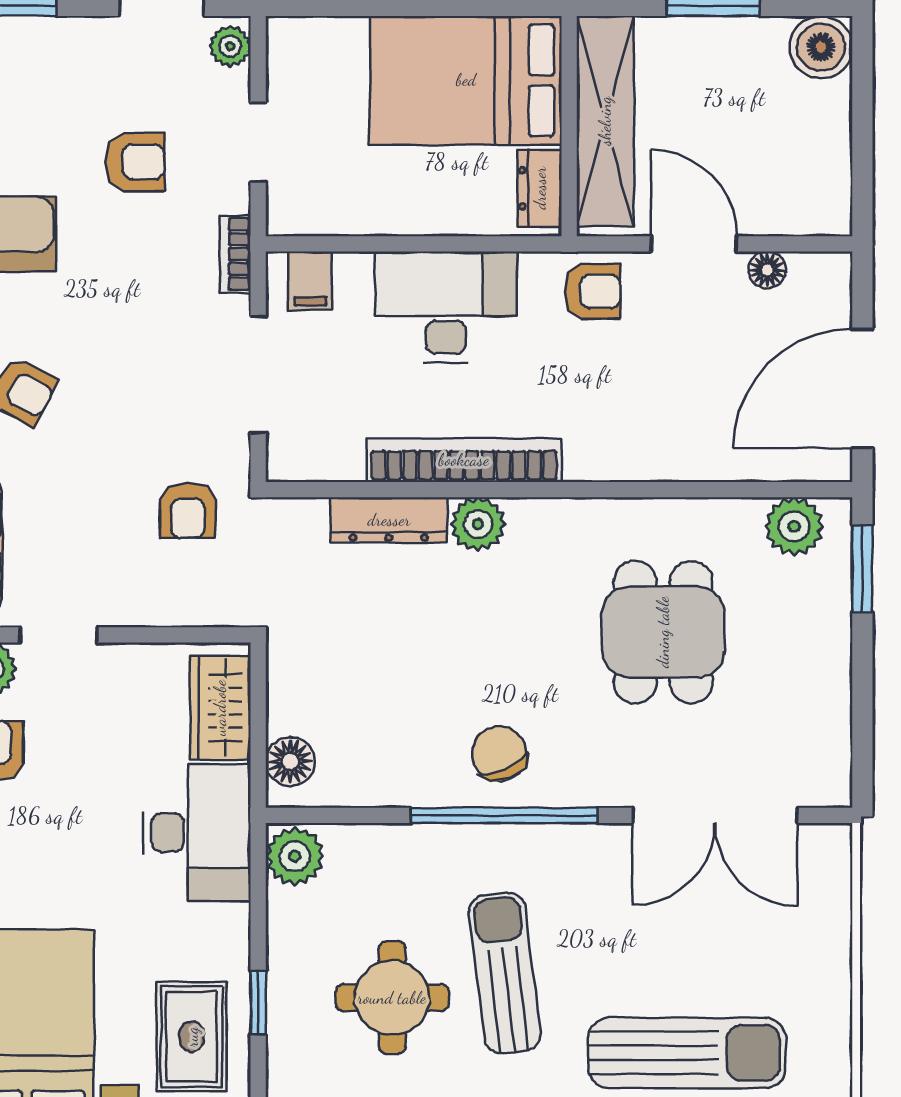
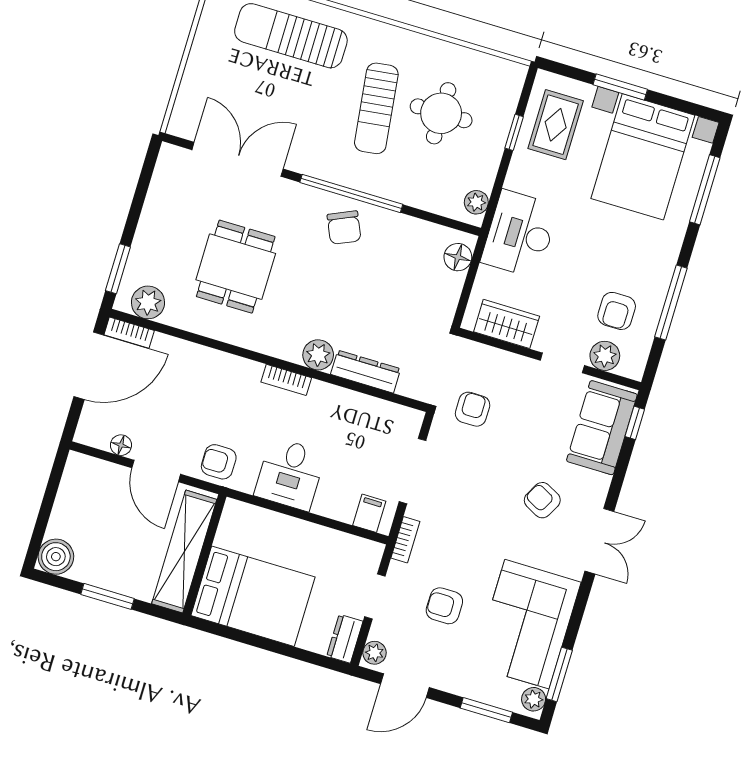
dresser: (540, 188) -> (345, 639), moved, turned 180
desk: (446, 307) -> (290, 474), width x0.73
bookcase: (464, 460) -> (286, 380), width x0.43, depth x0.76
bookcase: (811, 465) -> (129, 333), added
wardrobe: (220, 708) -> (507, 324), moved, turned -90
plant: (295, 856) -> (476, 202), width x0.73, depth x0.73

